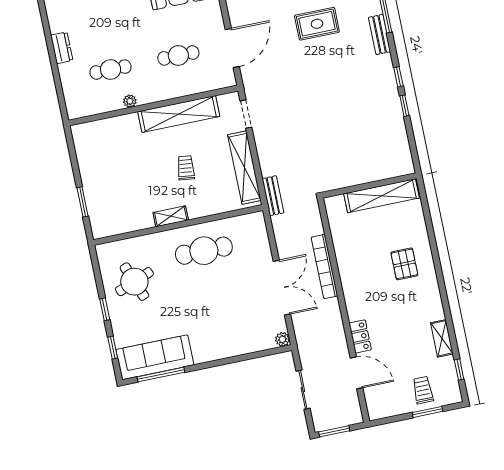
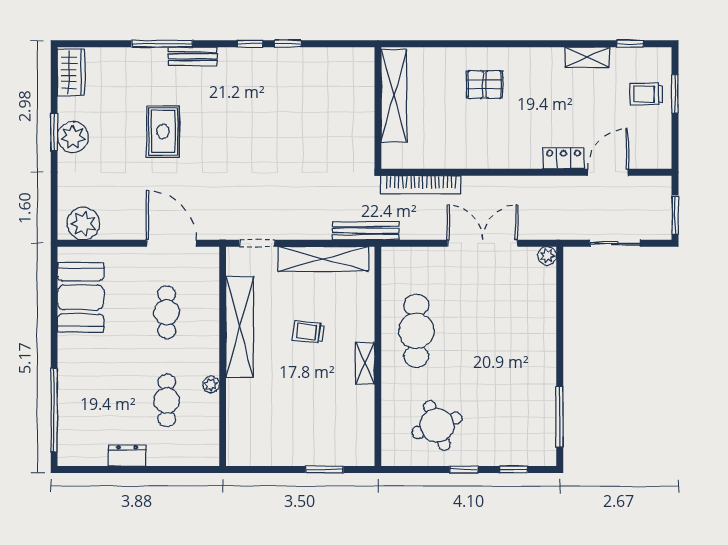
bench: (273, 196) -> (366, 231), width x1.36
bookcase: (324, 267) -> (421, 185), moved
sofa: (155, 357) -> (537, 419), removed

